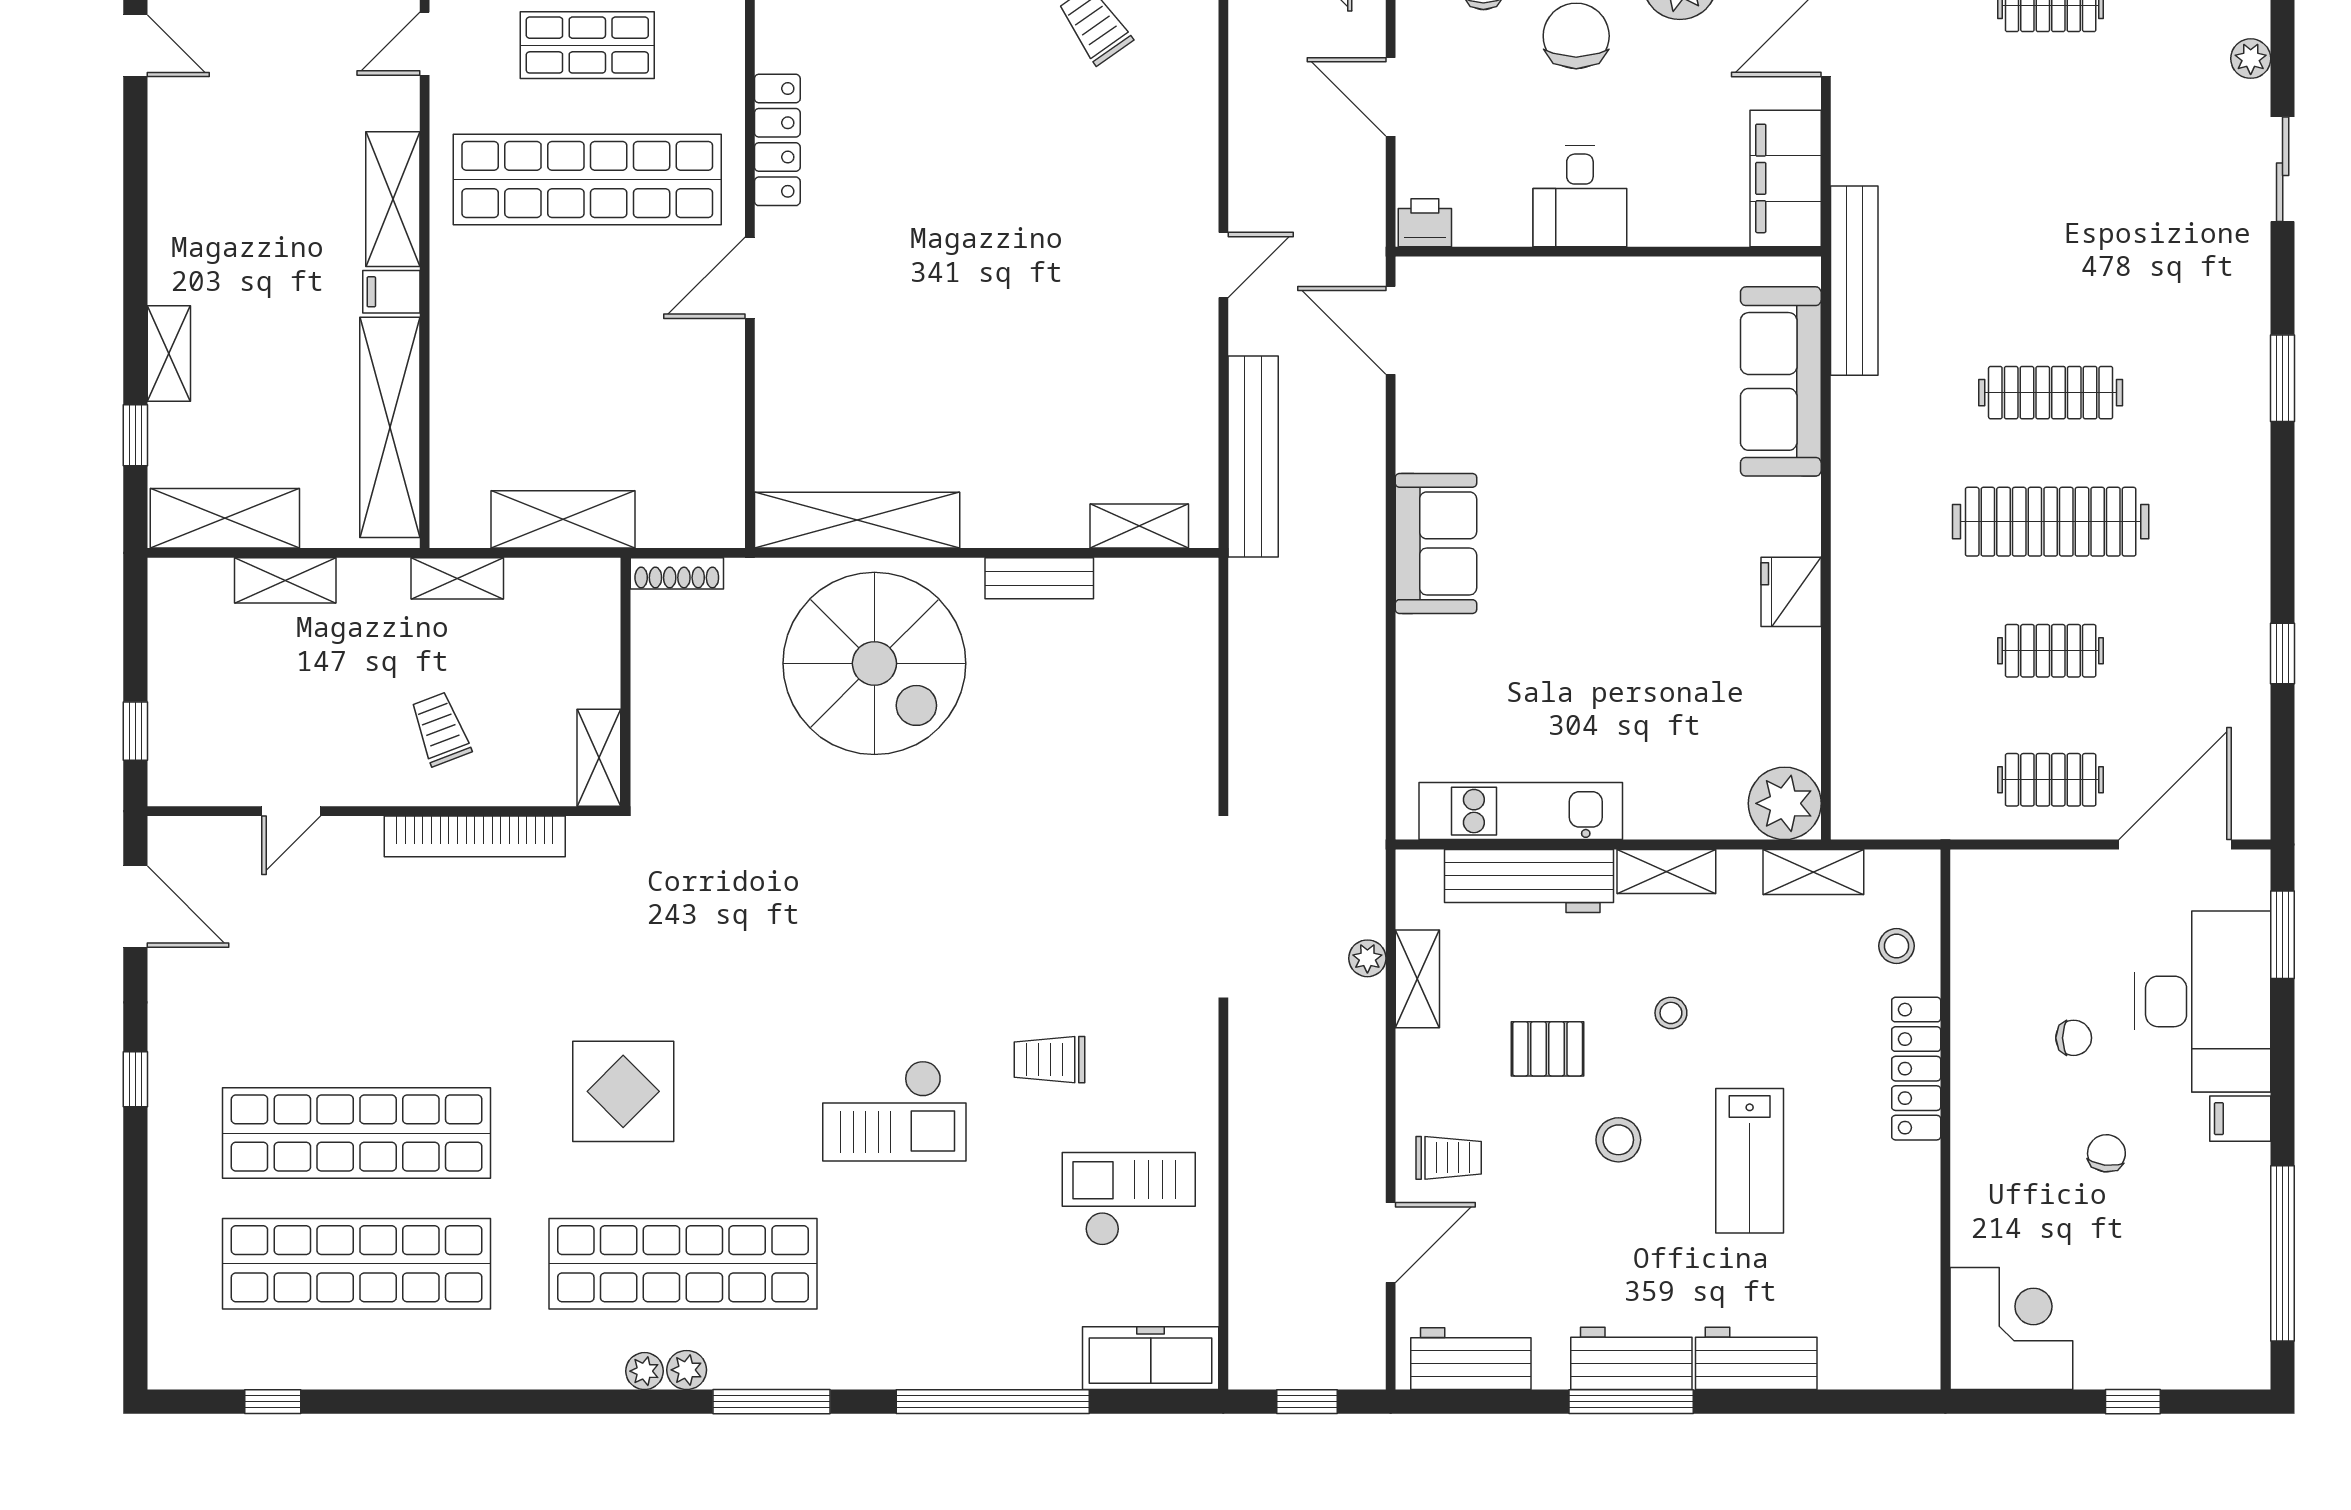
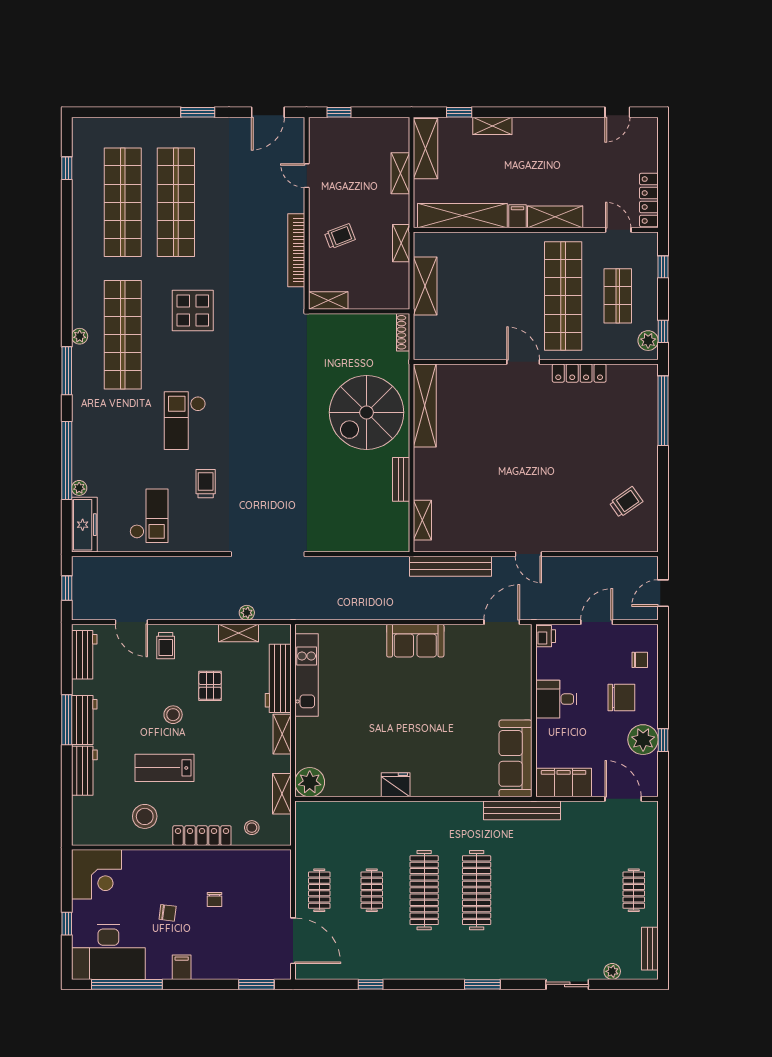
sofa: (1781, 381) -> (516, 758), moved, turned -90
clothes rail: (2051, 393) -> (477, 890), width x1.37, depth x1.31
desk: (2203, 1001) -> (108, 952), moved
stool: (1671, 1013) -> (145, 816), moved, width x1.89, depth x1.89
window: (135, 1079) -> (198, 112), width x1.50
plant: (645, 1371) -> (79, 488), moved

